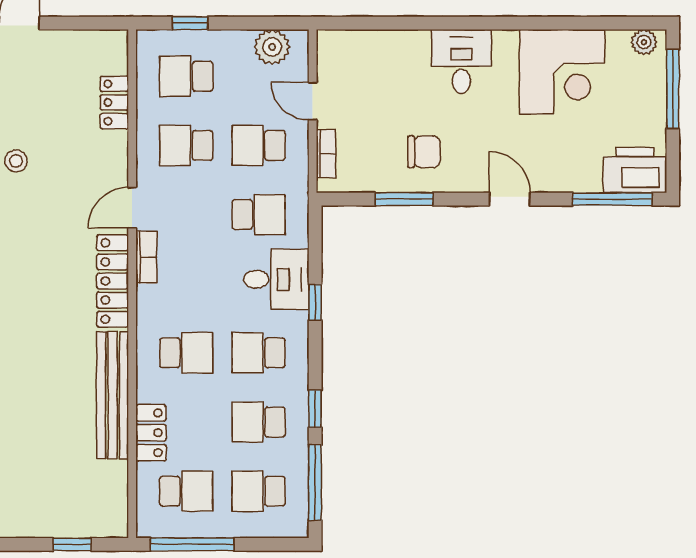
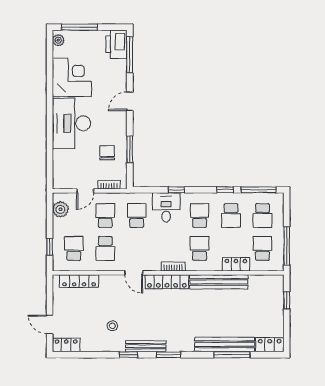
desk: (461, 61) -> (71, 123), width x1.87, depth x1.30
school desk: (186, 76) -> (74, 248), turned 180
locker: (114, 102) -> (79, 281), width x1.53
school desk: (259, 145) -> (105, 215), turned 180
chair: (424, 152) -> (107, 153), moved
bookcase: (146, 257) -> (173, 267), moved
school desk: (259, 353) -> (200, 215), turned 180

